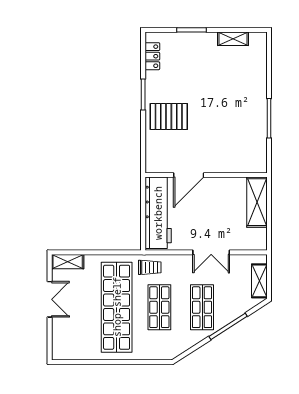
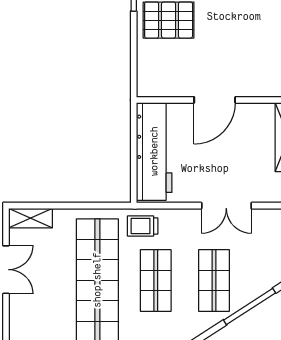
door: (189, 175) -> (215, 100), moved
trolley: (150, 267) -> (143, 226), turned 180

